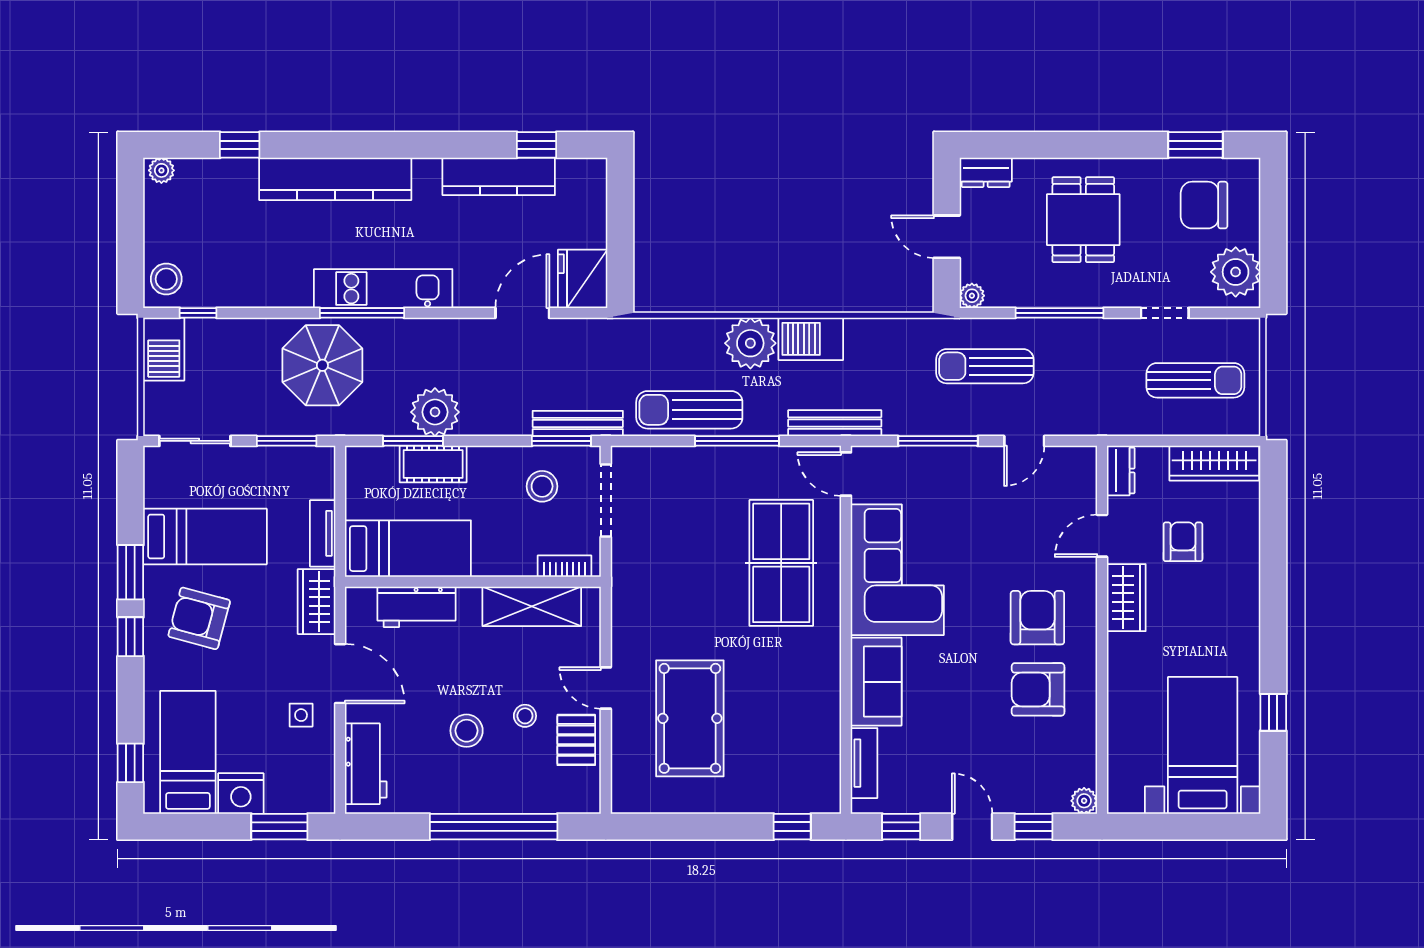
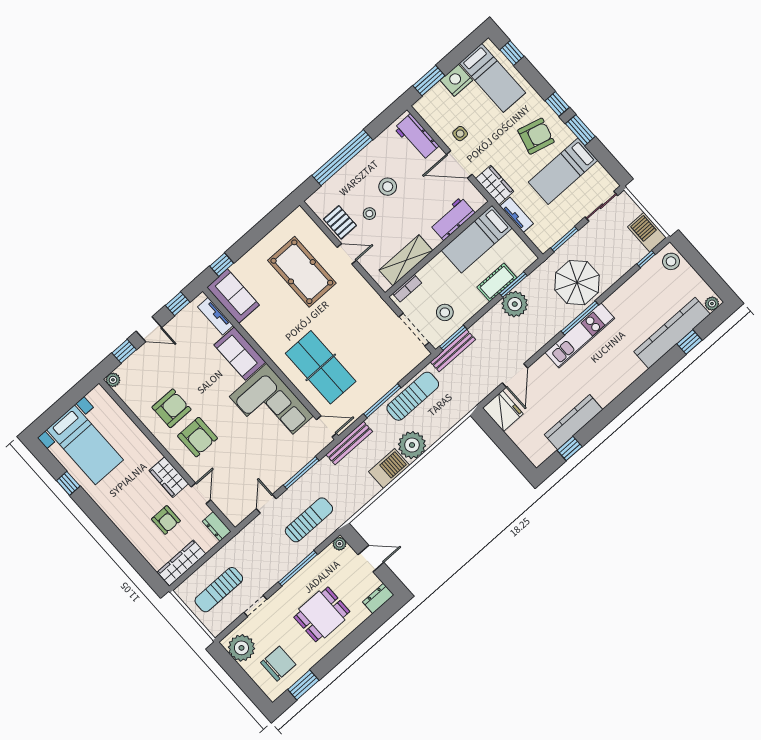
kitchen counter: (335, 179) -> (672, 333), moved
dining table: (1083, 220) -> (322, 614), turned 90
sofa: (815, 769) -> (233, 296), added

